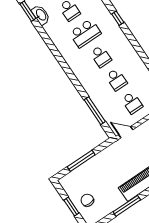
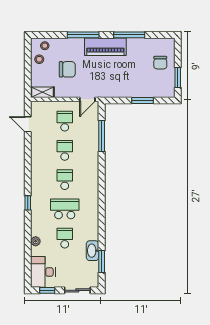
door: (126, 132) -> (87, 99), hinge flipped
window: (81, 161) -> (143, 100), width x0.69
window: (71, 207) -> (178, 77), moved

